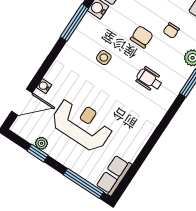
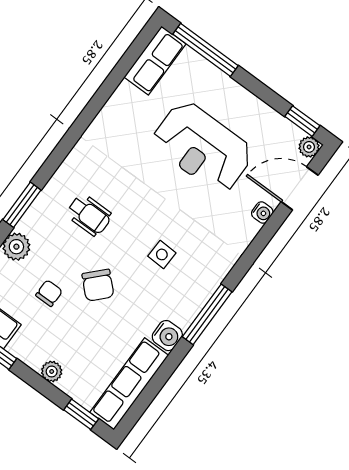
chair: (142, 37) -> (98, 285), turned -46
plant: (41, 143) -> (309, 147), moved
window: (38, 153) -> (302, 121), moved

